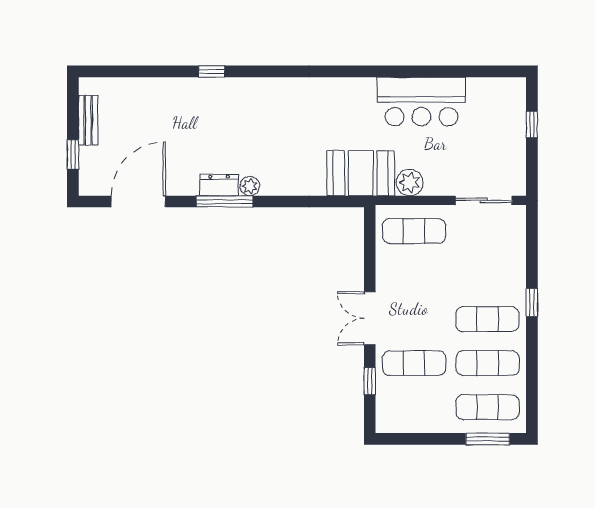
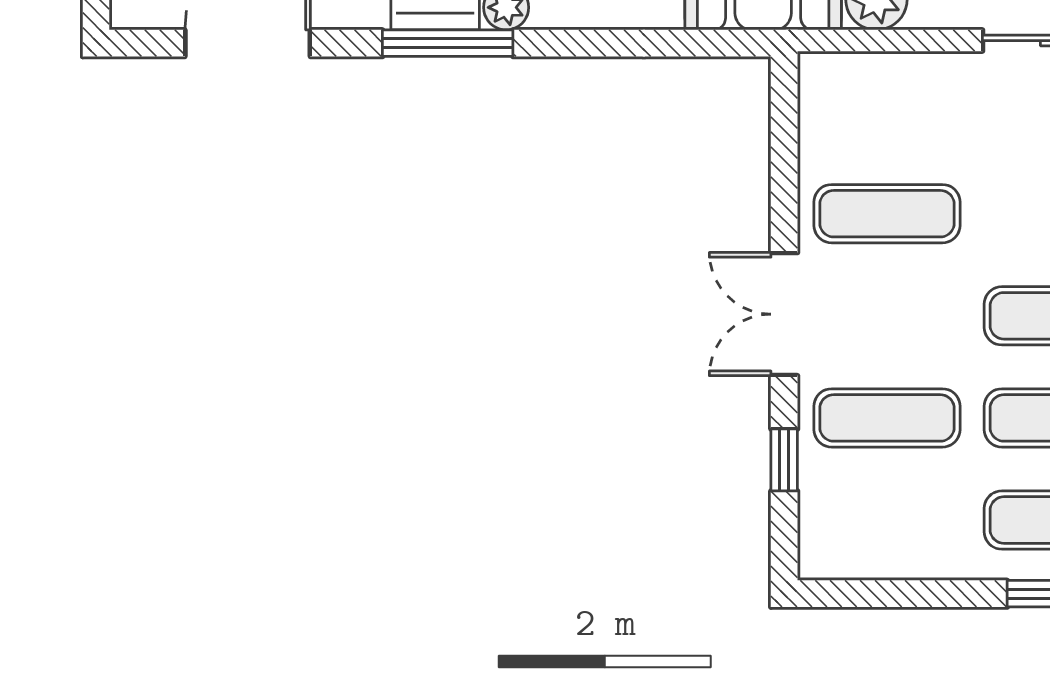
exercise mat: (414, 231) -> (887, 214), moved

